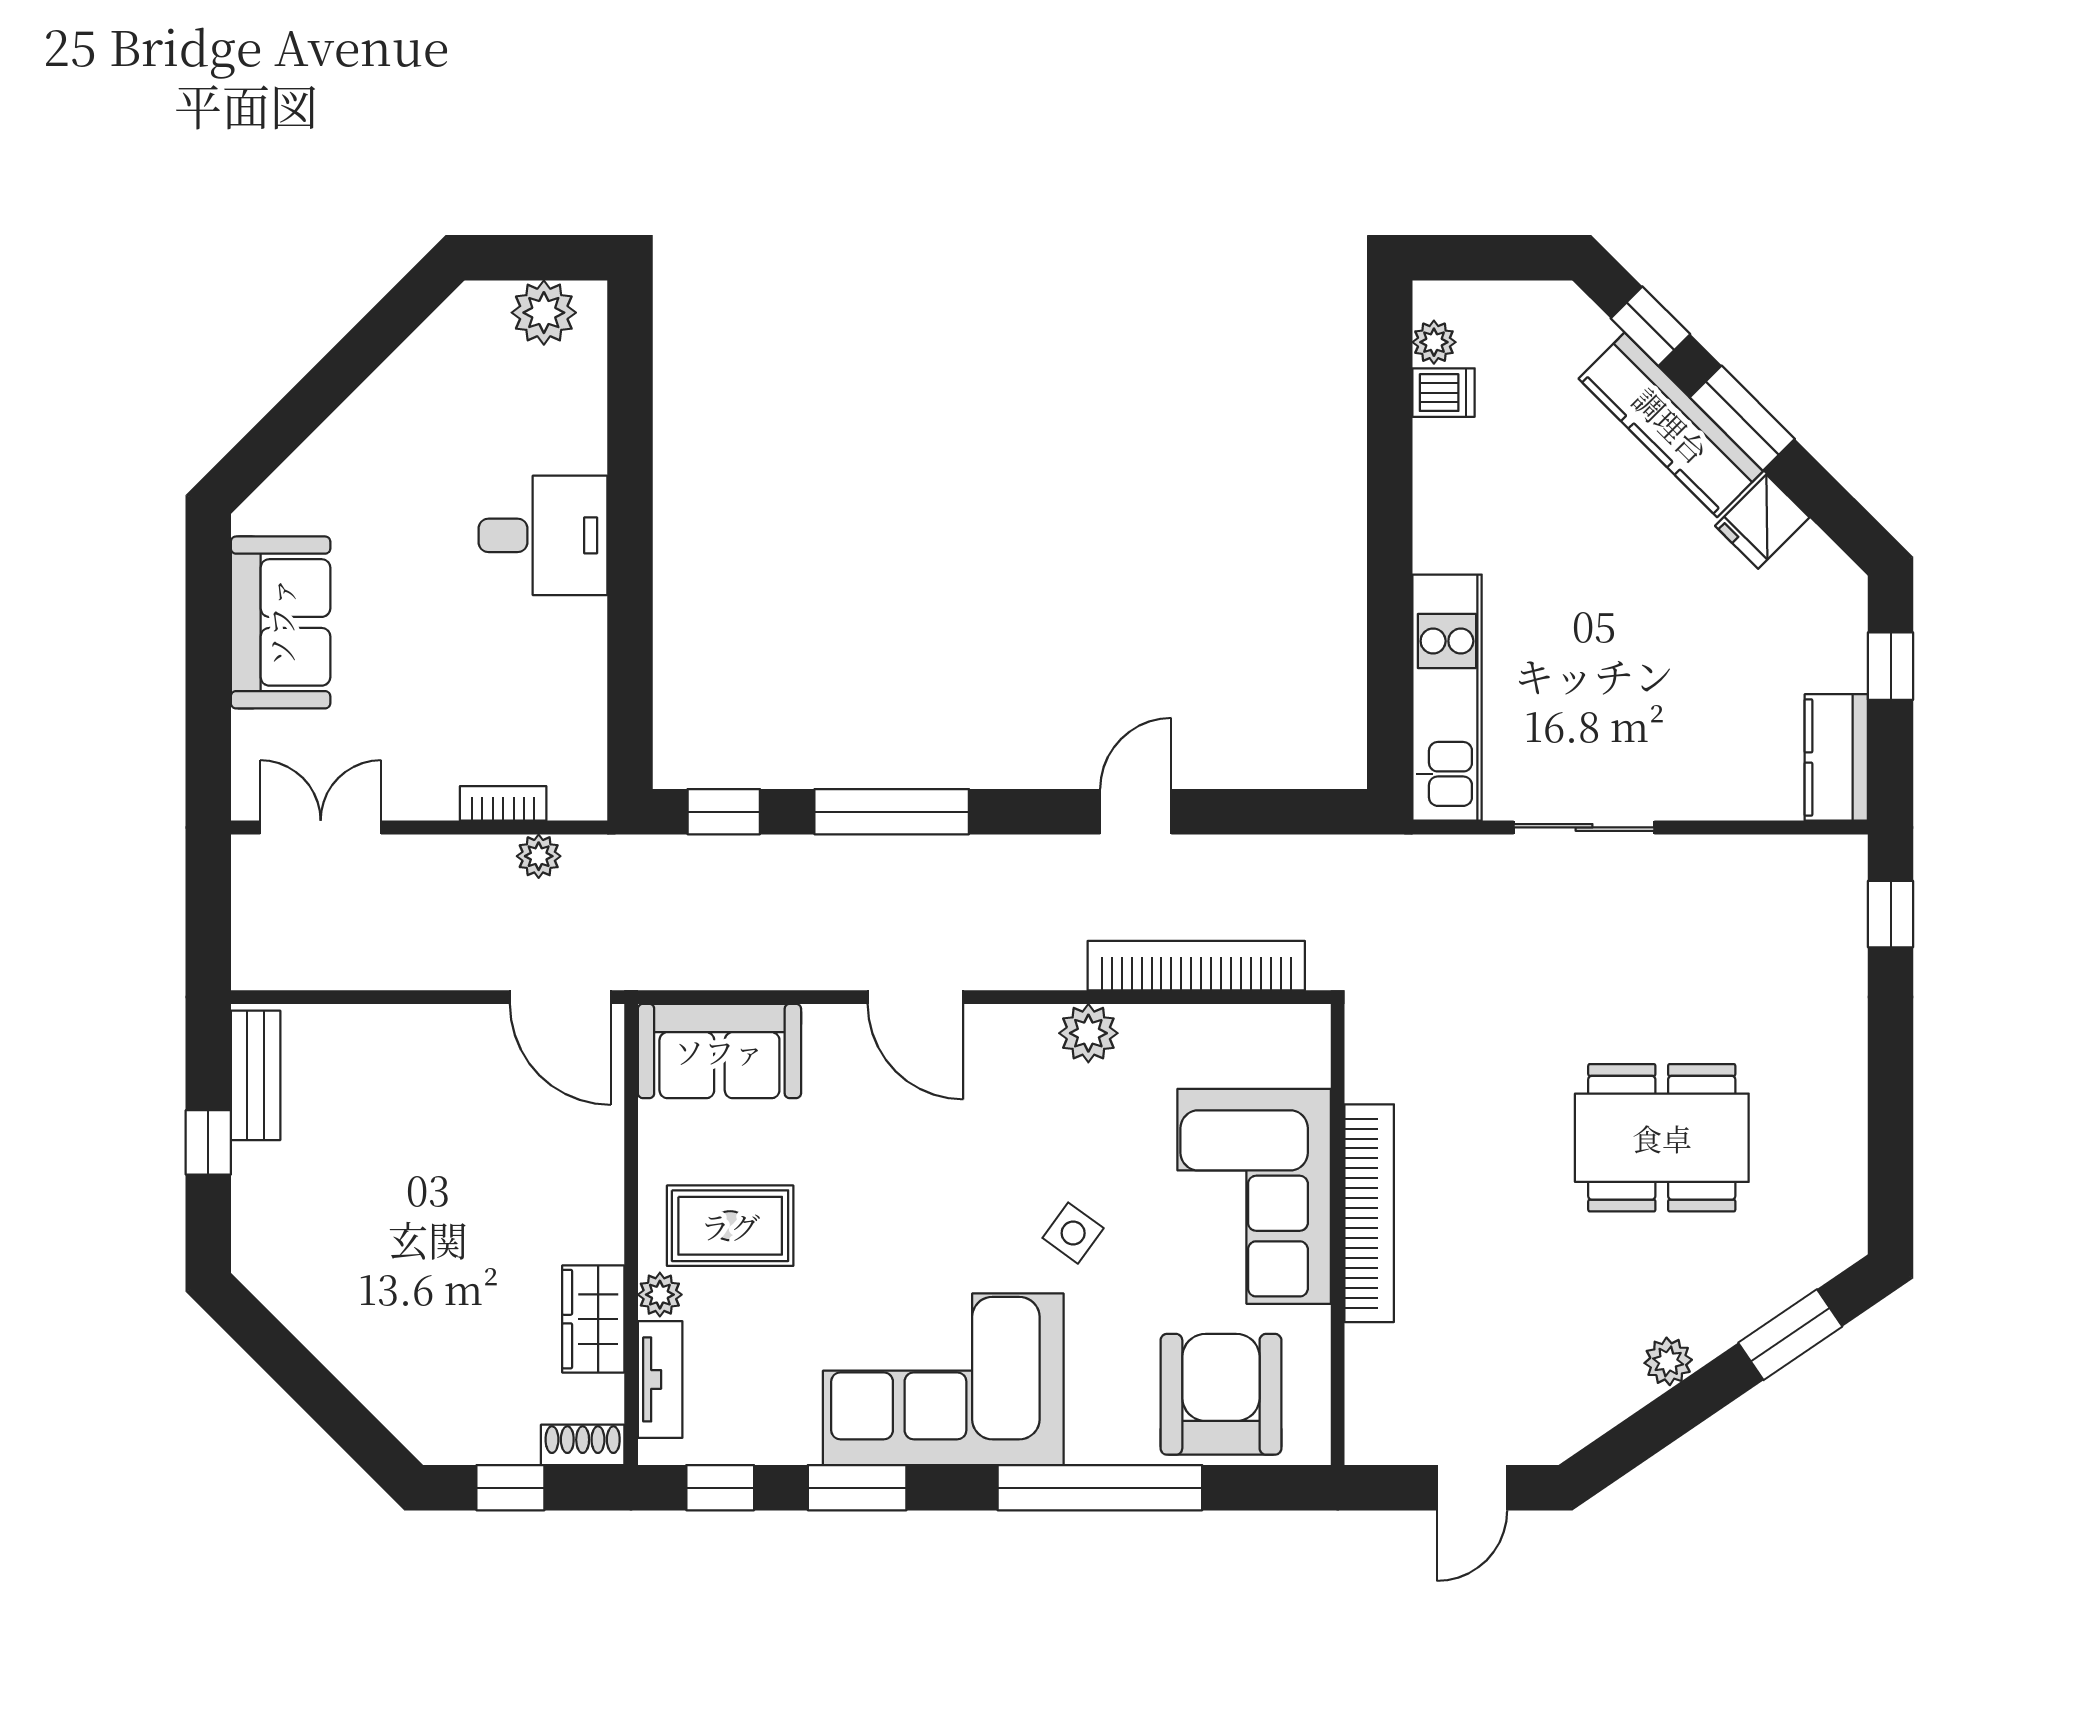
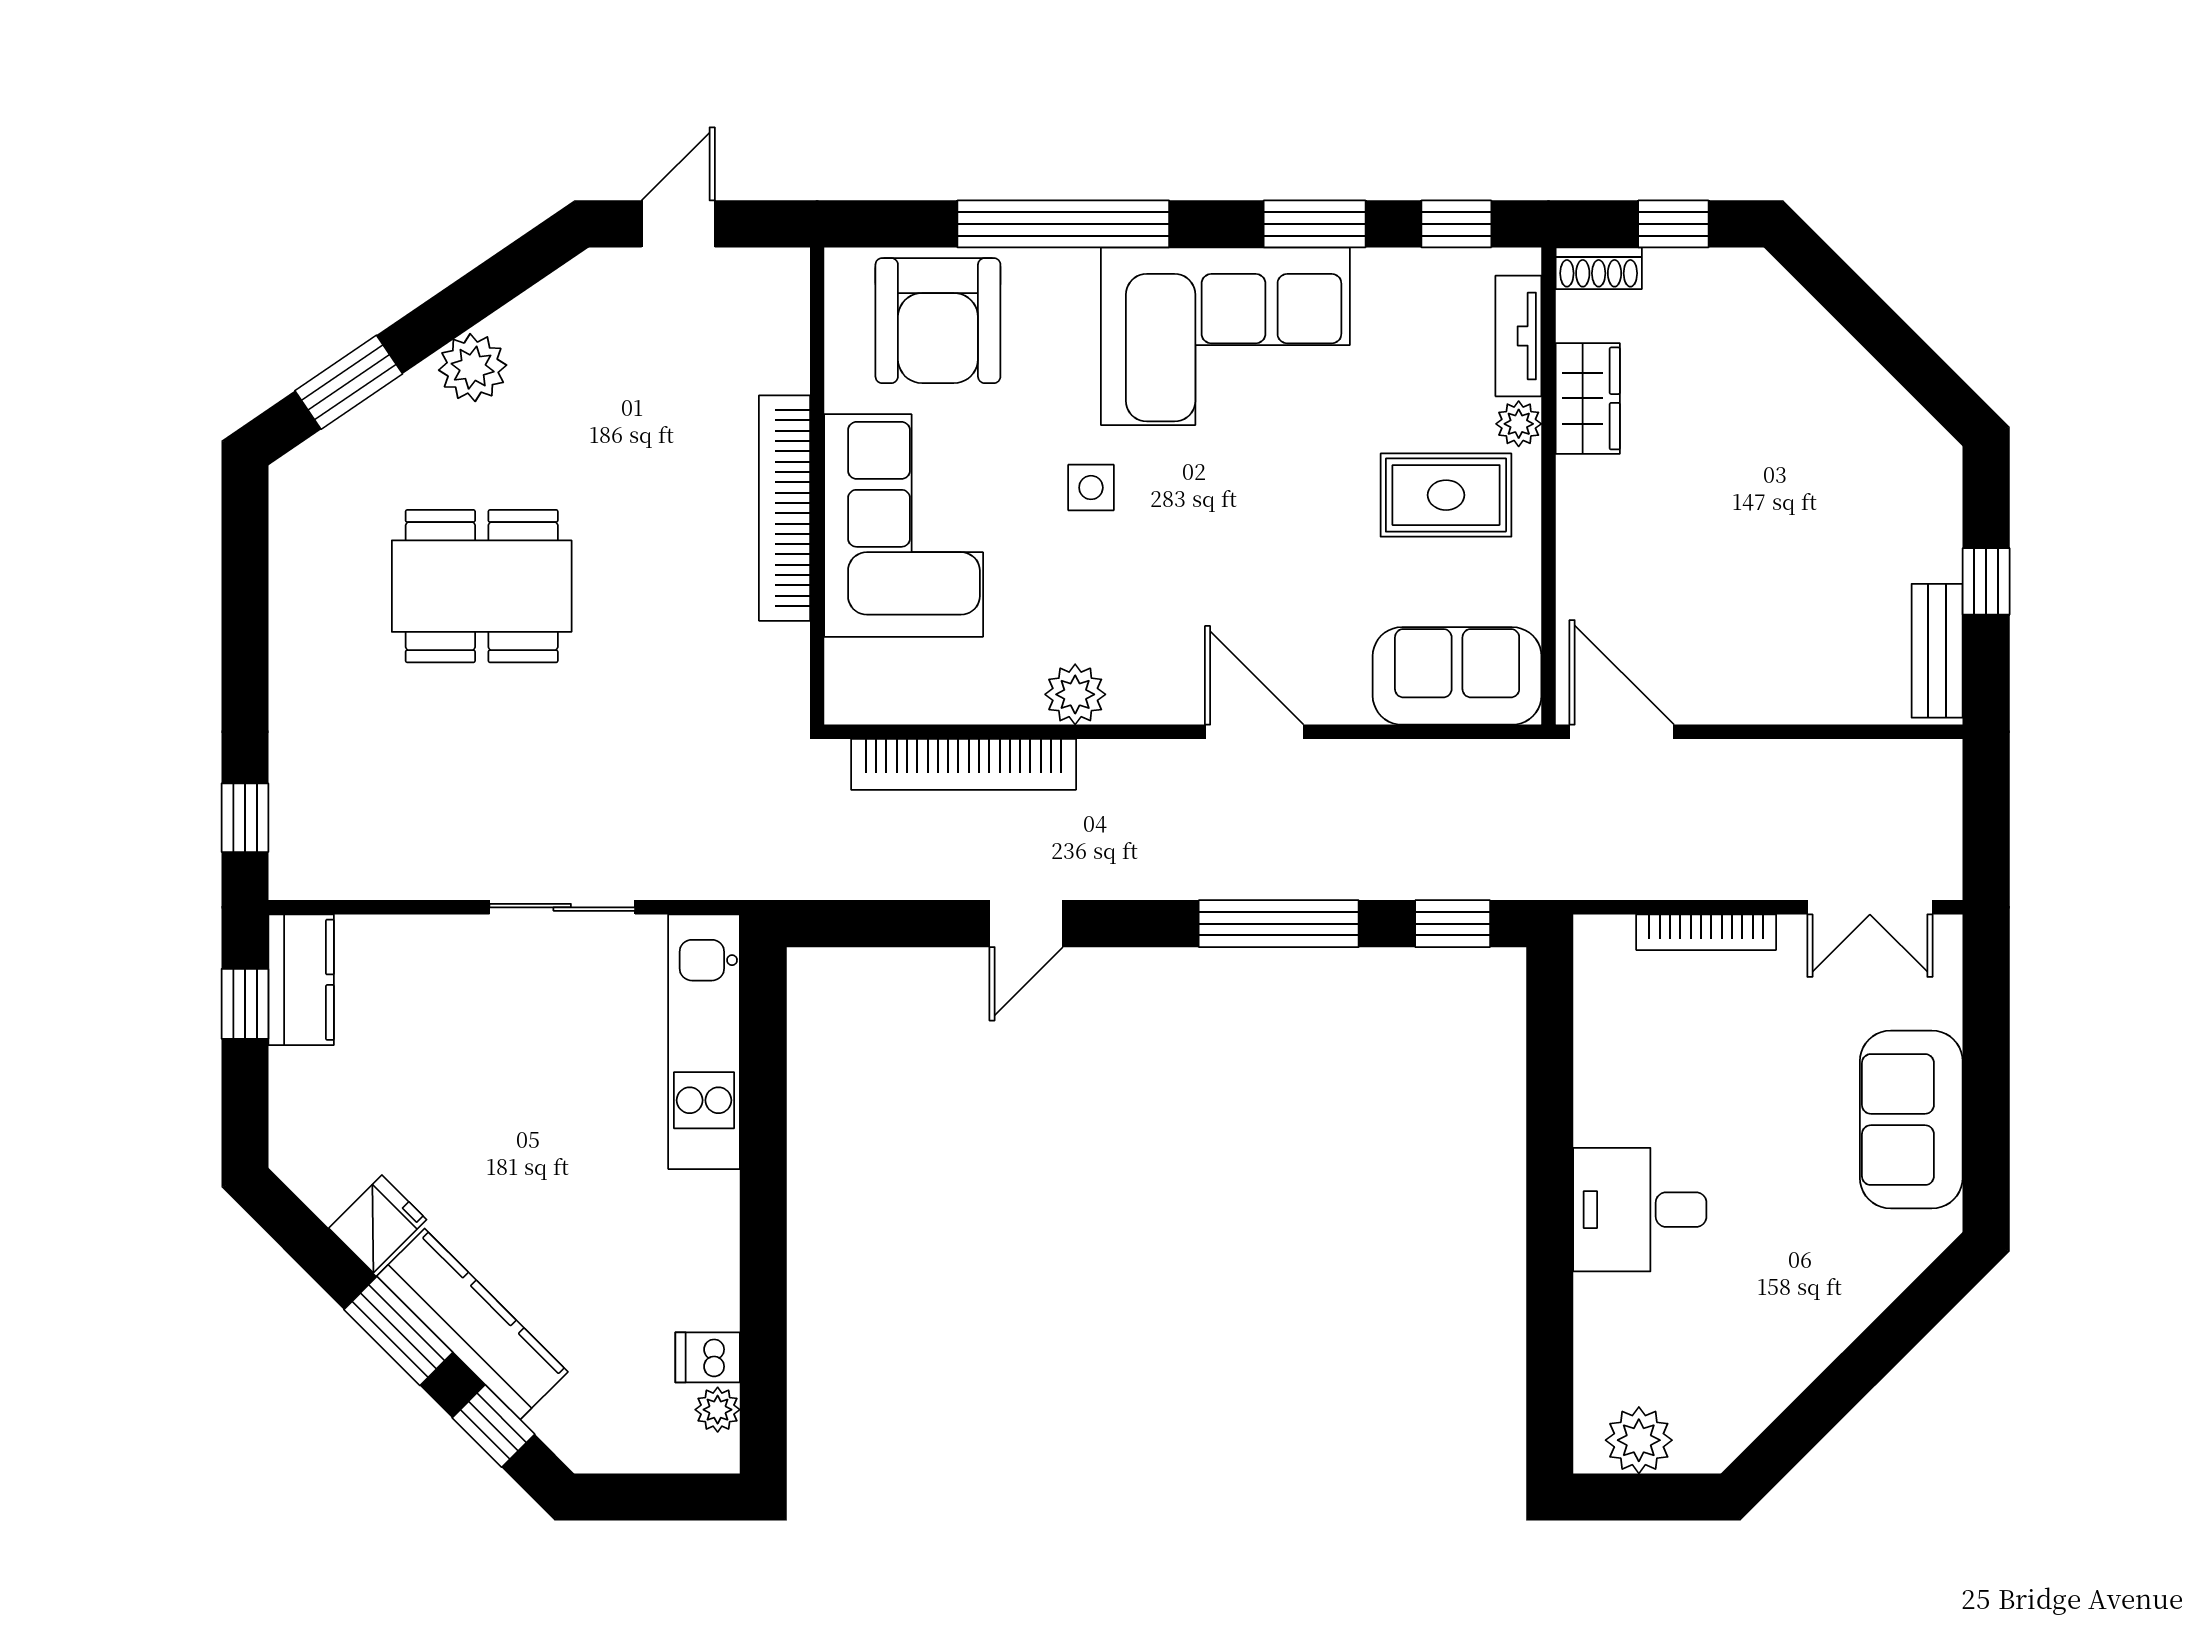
window: (1891, 666) -> (245, 1004), moved
bookcase: (503, 803) -> (1706, 932), width x1.56
plant: (539, 856) -> (1644, 878), removed
side table: (1073, 1233) -> (1091, 488), turned -36
plant: (1668, 1361) -> (473, 368), width x1.38, depth x1.38

